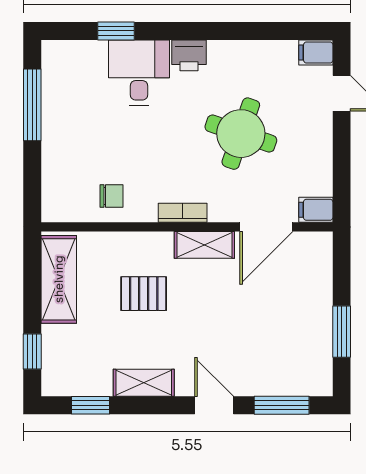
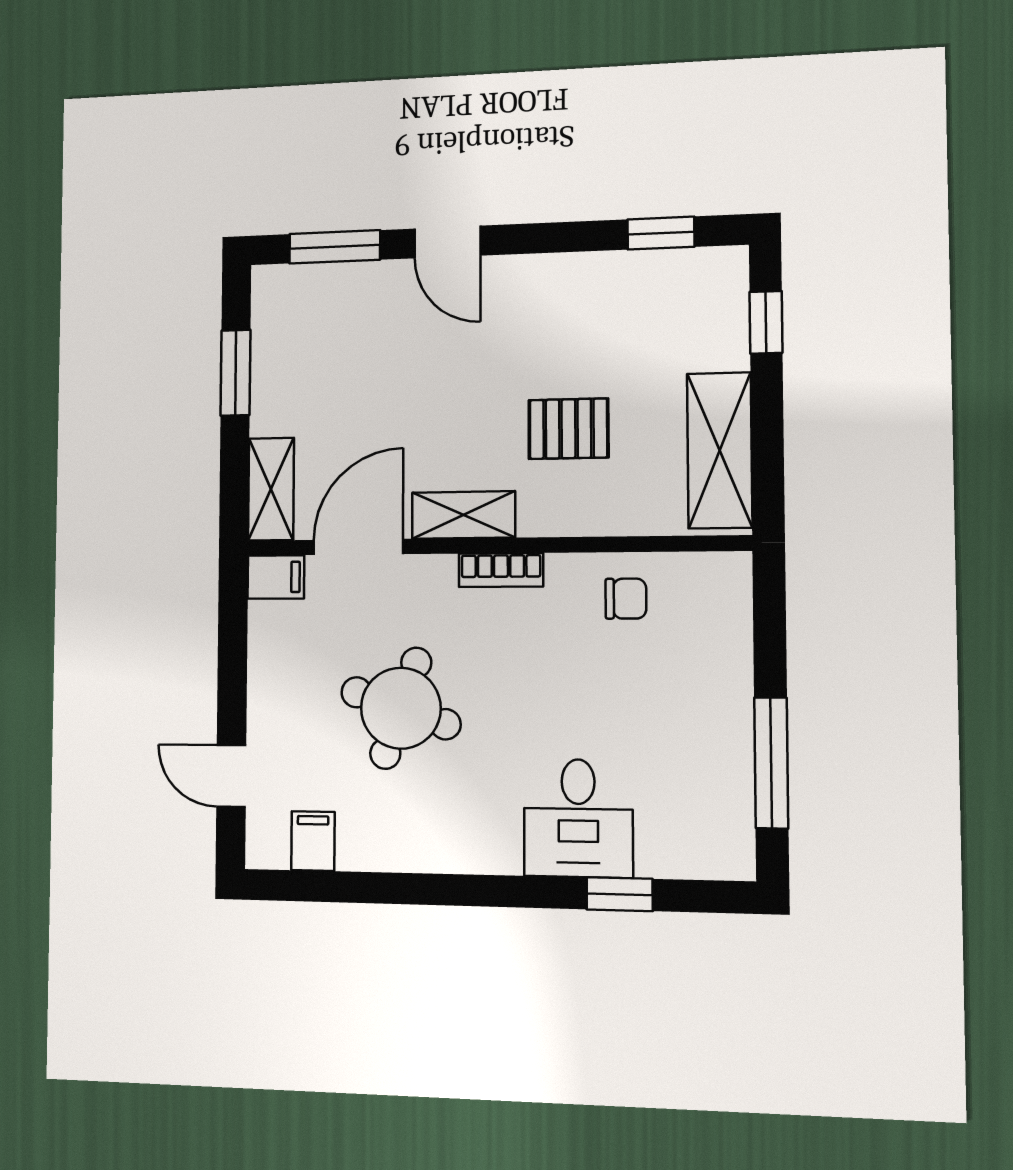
filing cabinet: (316, 52) -> (313, 841), moved, turned -90
printer: (189, 55) -> (490, 847), removed
chair: (112, 196) -> (626, 599), turned 180
shelving: (144, 383) -> (271, 489), moved, turned 90

